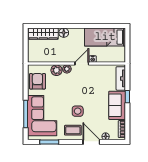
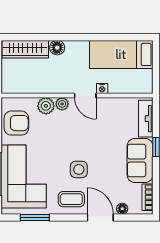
door: (82, 64) -> (85, 96), swing flipped
armchair: (37, 81) -> (16, 123), turned 90

